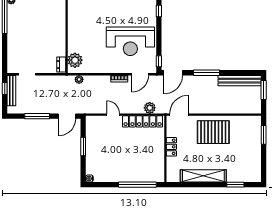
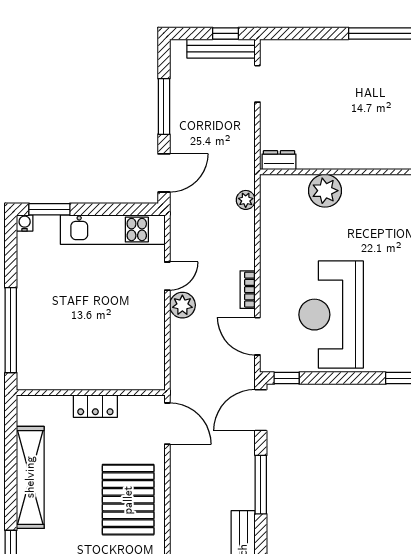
plant: (75, 60) -> (325, 191), moved
door: (173, 73) -> (261, 410), hinge flipped
plant: (150, 108) -> (182, 305), moved
door: (67, 116) -> (164, 173), swing flipped
locker: (143, 121) -> (152, 342), removed
kitchen unit: (92, 139) -> (113, 230), added
window: (83, 146) -> (49, 209), moved

